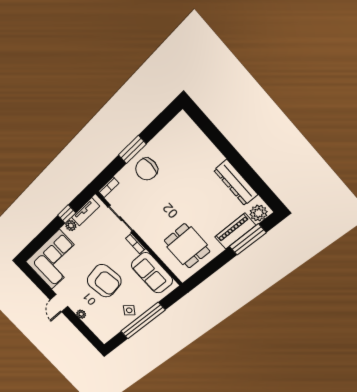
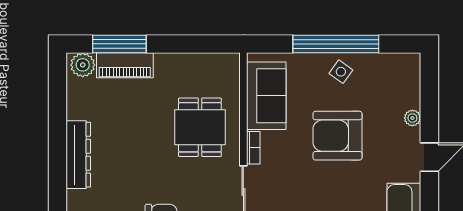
dresser: (236, 183) -> (78, 155), moved
dining table: (187, 246) -> (200, 127), moved
armchair: (104, 281) -> (337, 136), turned -81

